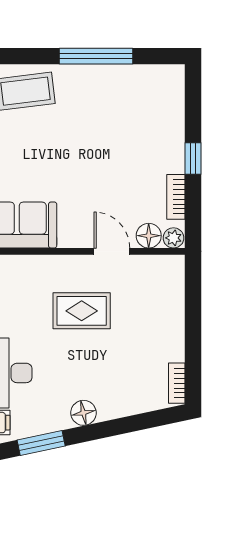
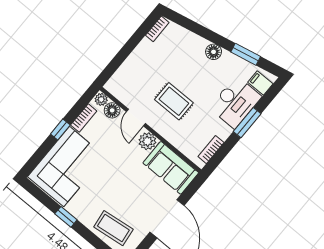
window: (96, 56) -> (66, 217), width x0.46
corner sofa: (147, 119) -> (67, 167), added
plant: (73, 234) -> (147, 141), added

